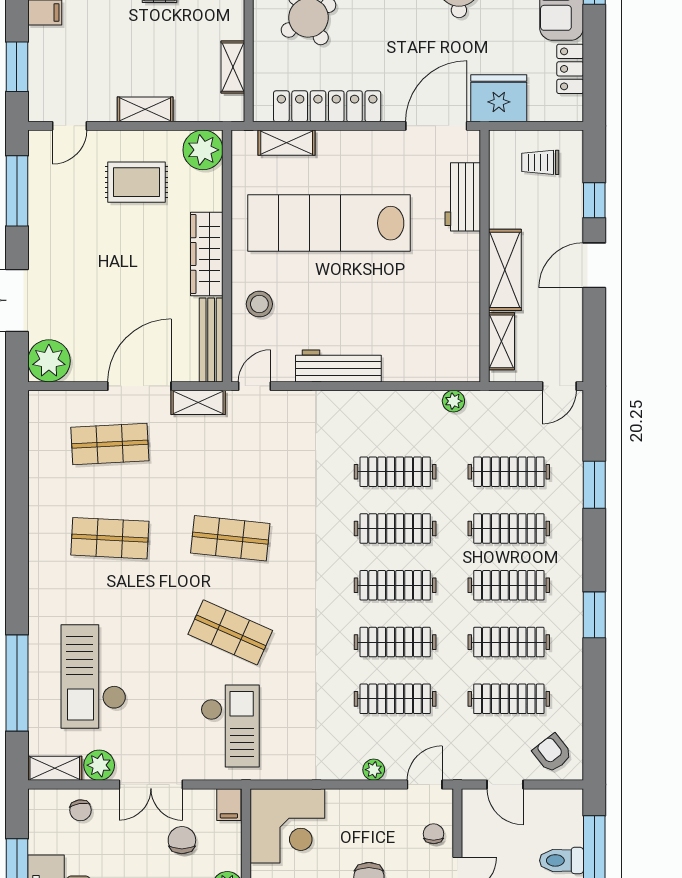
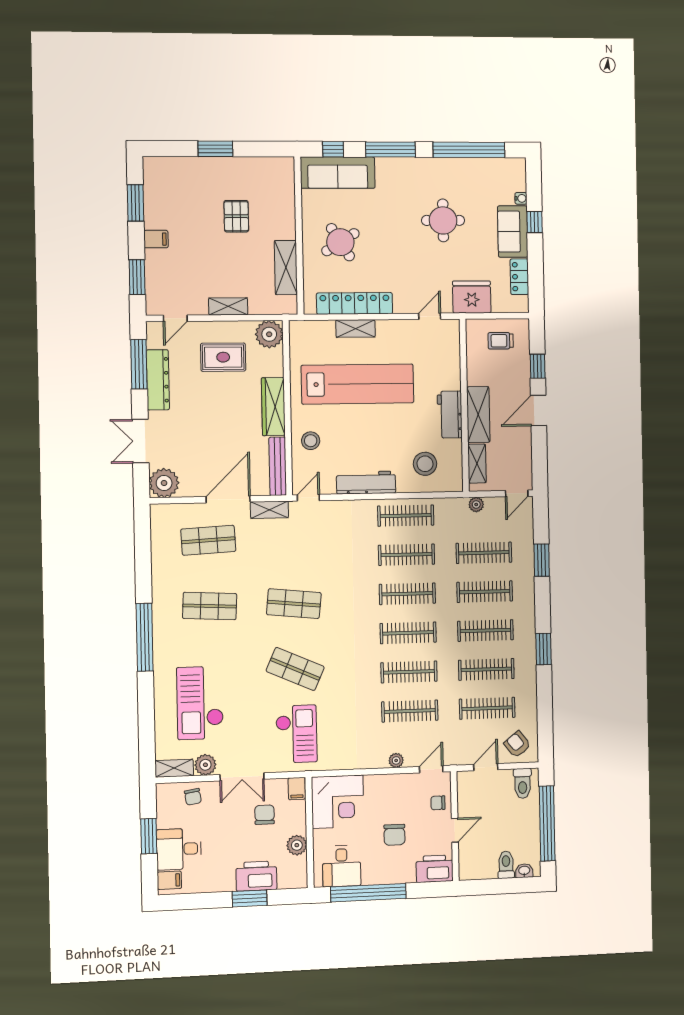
shelving: (233, 67) -> (286, 268), width x1.50, depth x1.33
door: (436, 126) -> (430, 316), width x0.53
shelving: (287, 143) -> (355, 329), moved
workbench: (463, 197) -> (450, 415), moved
dresser: (43, 213) -> (158, 380), added
lab bench: (329, 223) -> (358, 384), turned 180
stool: (425, 340) -> (425, 464), added
plant: (453, 401) -> (476, 505), moved
clothes rail: (395, 415) -> (406, 516), added
window: (17, 683) -> (145, 637), moved
door: (505, 785) -> (486, 767), swing flipped
chair: (434, 834) -> (438, 803), turned -90
toilet: (561, 860) -> (523, 783), moved, turned -90

